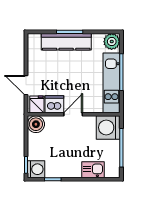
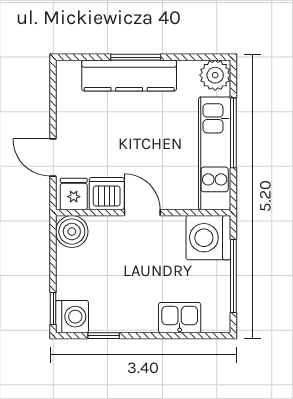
door: (73, 114) -> (142, 213), hinge flipped

